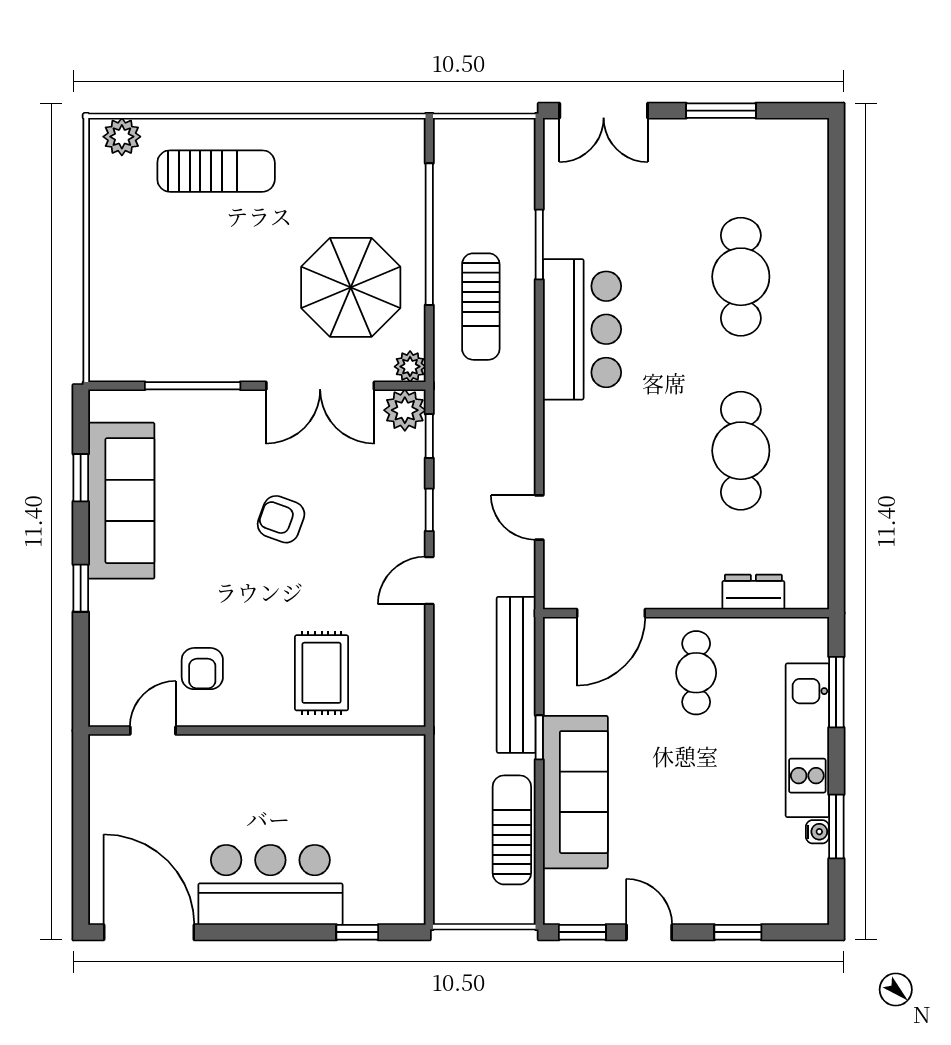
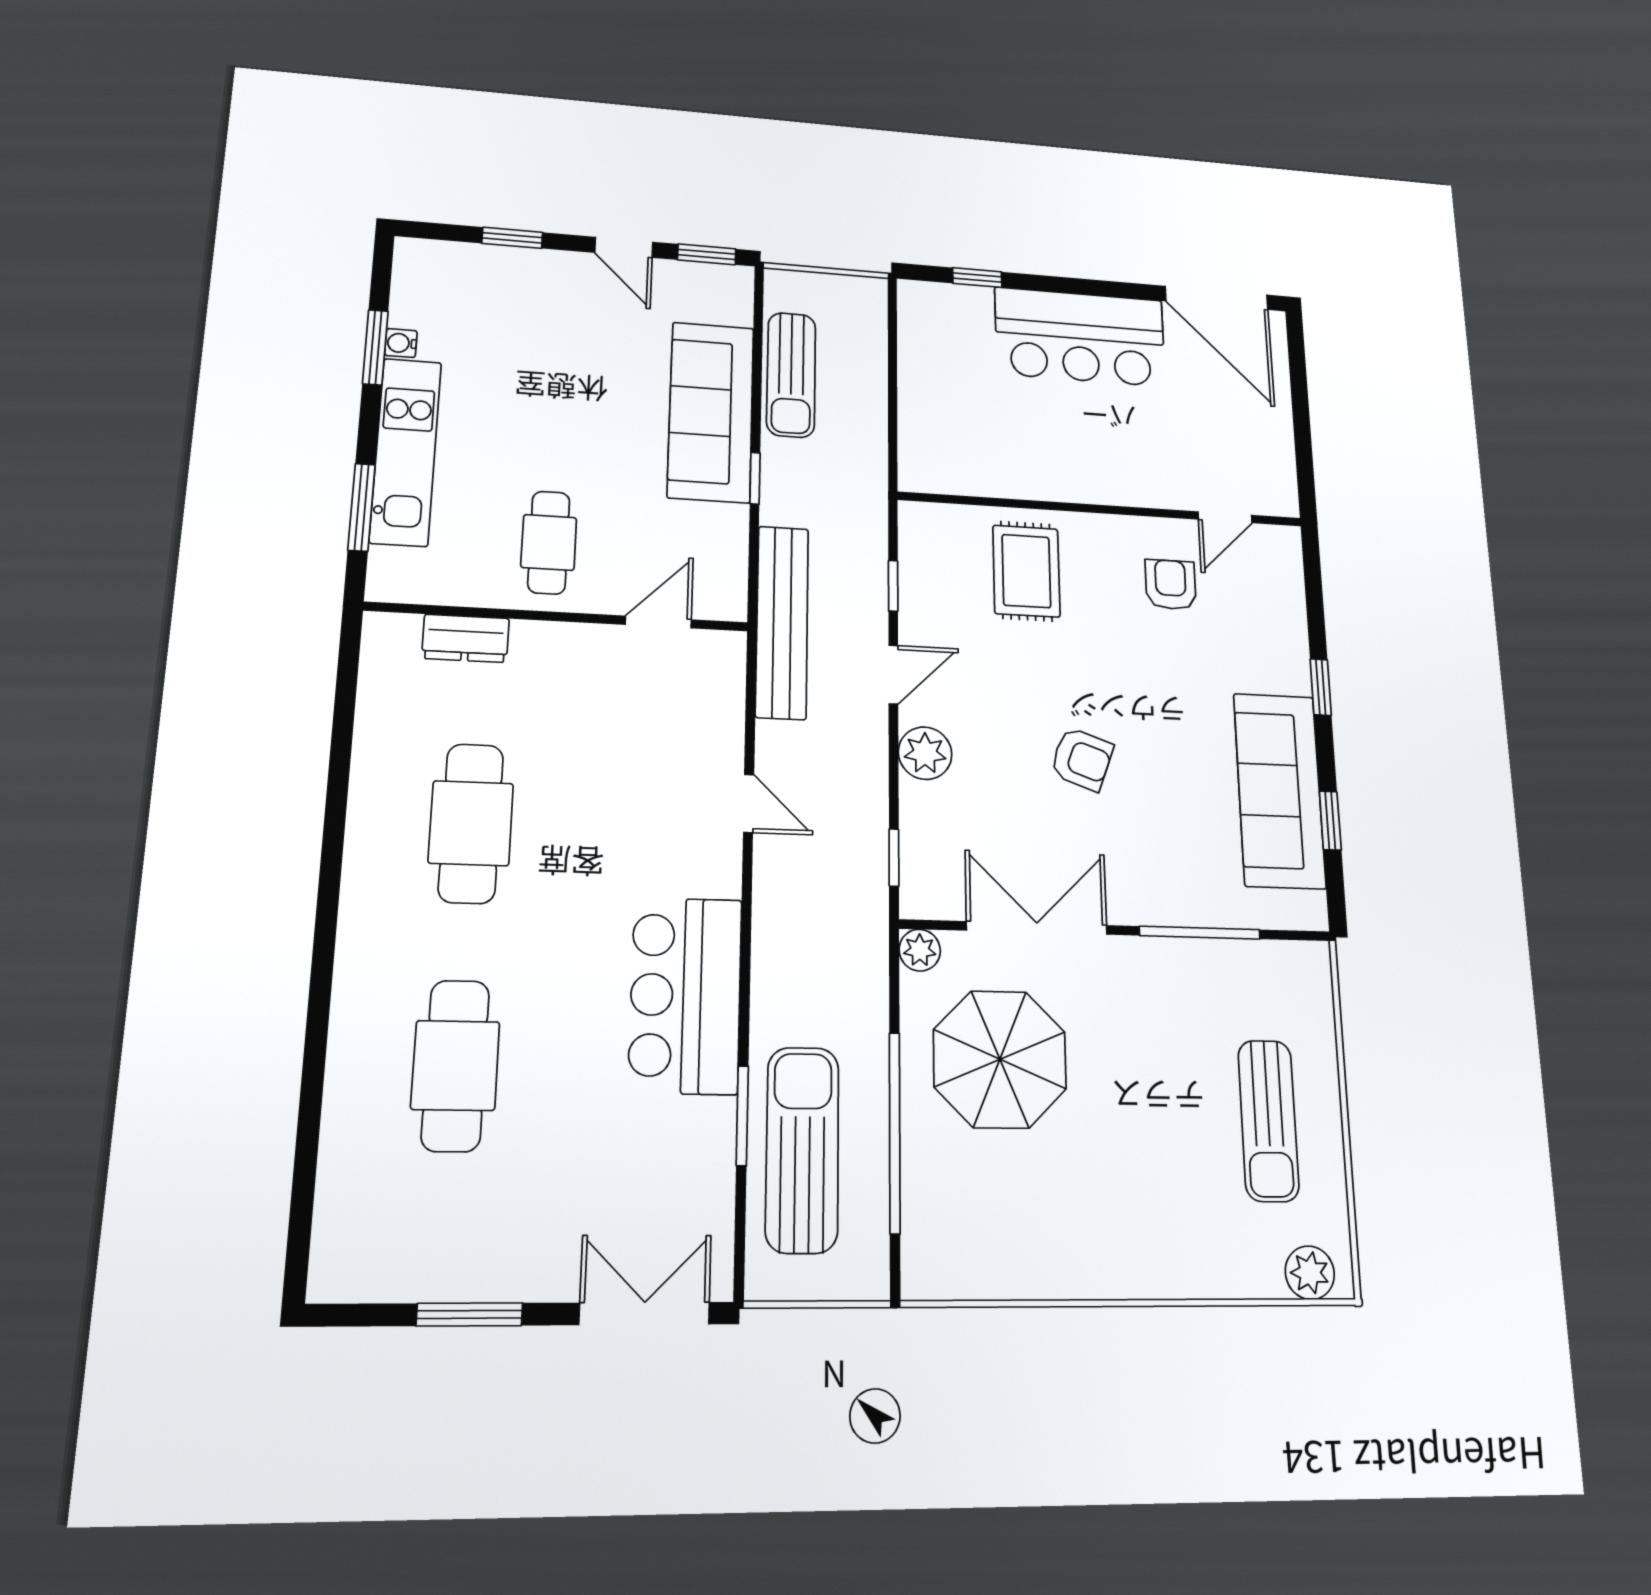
sun lounger: (216, 171) -> (1268, 1120), moved, turned -90
sun lounger: (481, 307) -> (802, 1149), moved, width x1.36, depth x1.34
plant: (405, 410) -> (925, 753), moved
window: (429, 510) -> (893, 586), moved
door: (539, 517) -> (749, 803), moved
door: (611, 613) -> (658, 622), width x0.73
bench: (516, 675) -> (782, 622), moved

